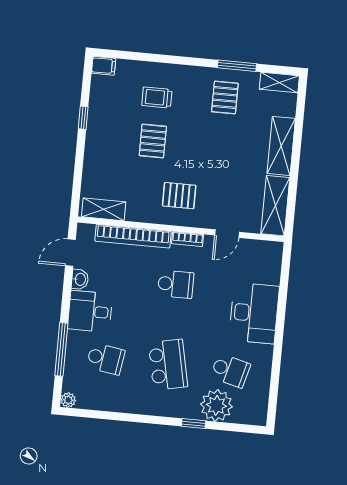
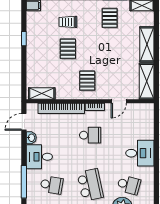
pallet: (179, 196) -> (87, 81), turned 90
desk: (254, 313) -> (140, 153), width x0.73

